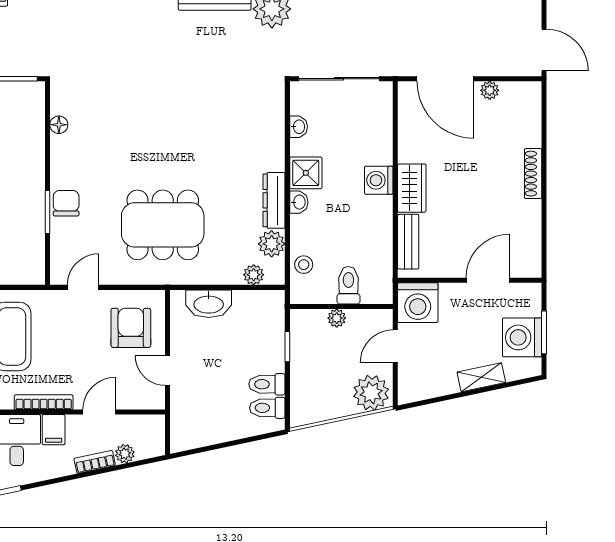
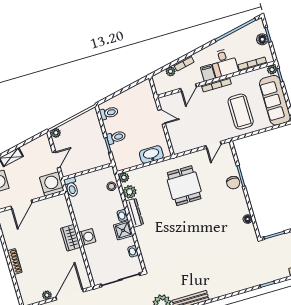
door: (445, 79) -> (70, 295), hinge flipped
dining table: (163, 225) -> (184, 186), width x0.73
bench: (408, 242) -> (65, 212), removed
plant: (254, 275) -> (124, 177), moved
toilet: (348, 285) -> (71, 187), moved
plant: (337, 318) -> (88, 165), removed
armchair: (131, 328) -> (185, 132), removed
toilet: (267, 384) -> (116, 137), moved
plant: (371, 393) -> (56, 133), width x0.53, depth x0.53

